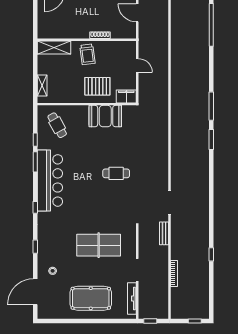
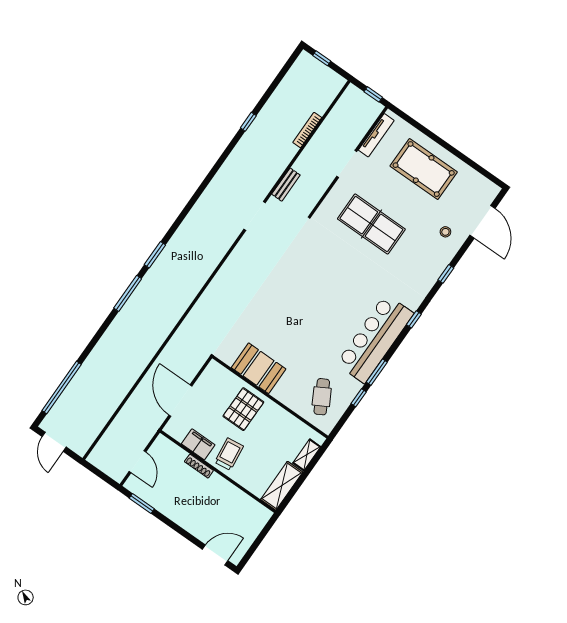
shelving: (54, 48) -> (282, 486), moved, turned 90
door: (137, 66) -> (180, 401), width x1.87
pallet: (97, 86) -> (243, 409), turned 90
filing cabinet: (126, 96) -> (198, 444), moved, turned 180
cafe table: (116, 173) -> (293, 293), removed
door: (35, 292) -> (483, 222), hinge flipped

